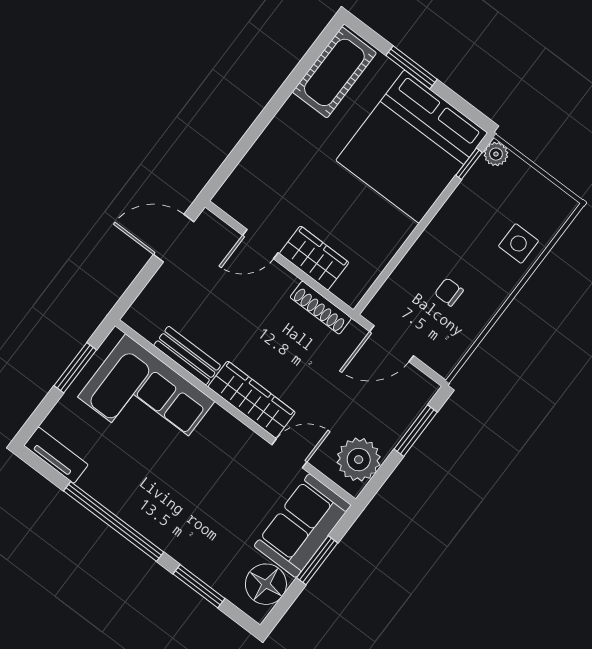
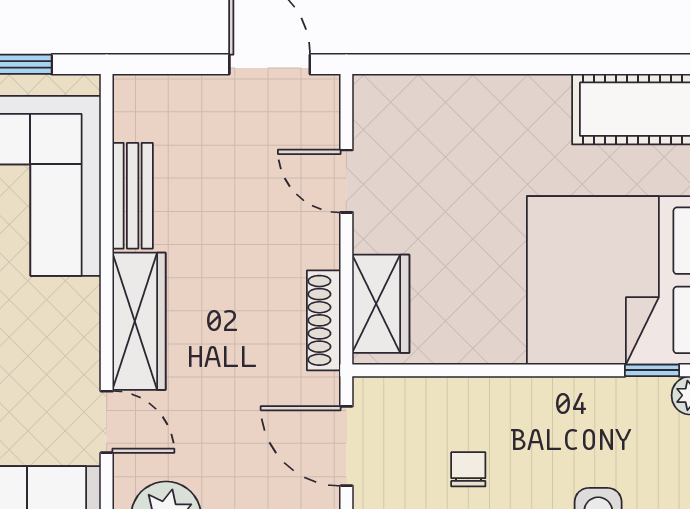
wardrobe: (314, 258) -> (381, 304), moved

